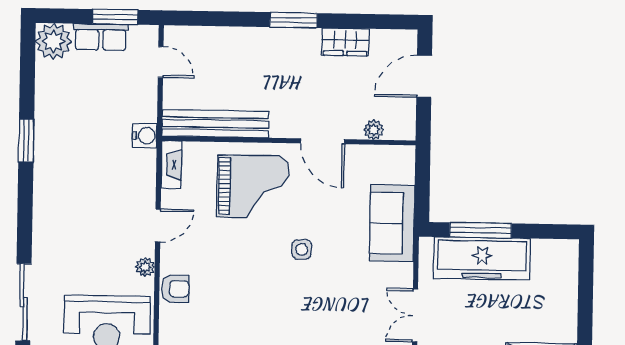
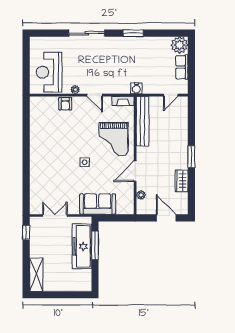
window: (115, 17) -> (191, 73), removed
sliding door: (23, 302) -> (87, 33), moved

